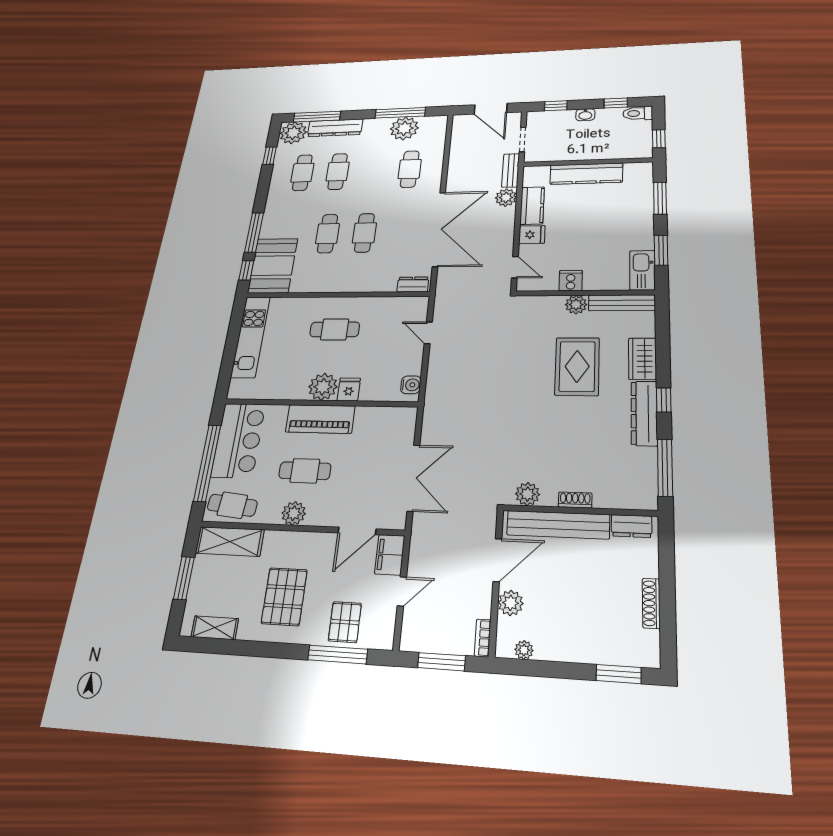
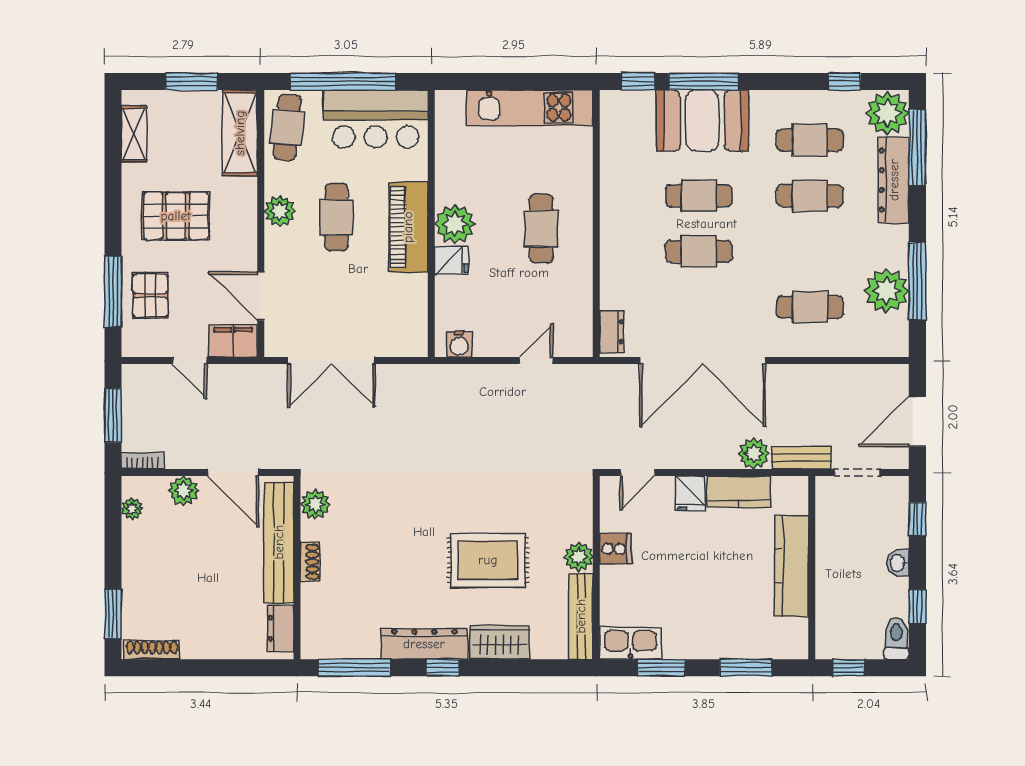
booth: (273, 266) -> (702, 121), moved
shoe rack: (651, 603) -> (152, 650), moved
pallet: (345, 622) -> (150, 296), turned 90

